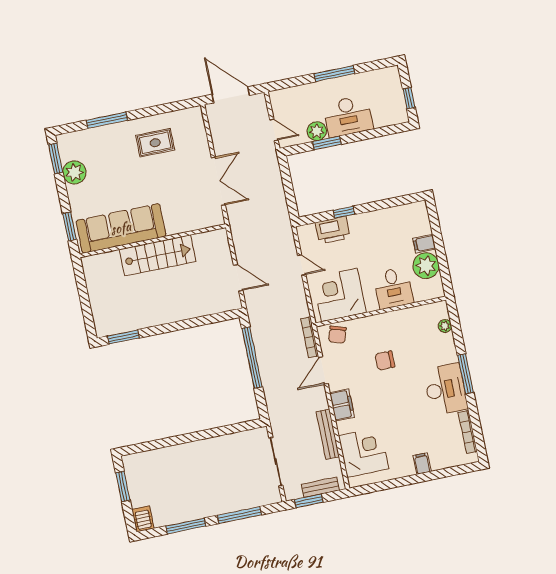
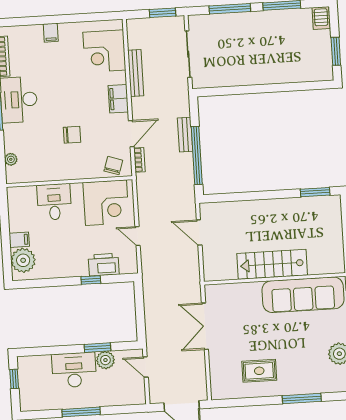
plant: (426, 266) -> (23, 260), moved
bookcase: (310, 337) -> (139, 160), width x0.64
bench: (320, 487) -> (185, 135), moved, turned 90

